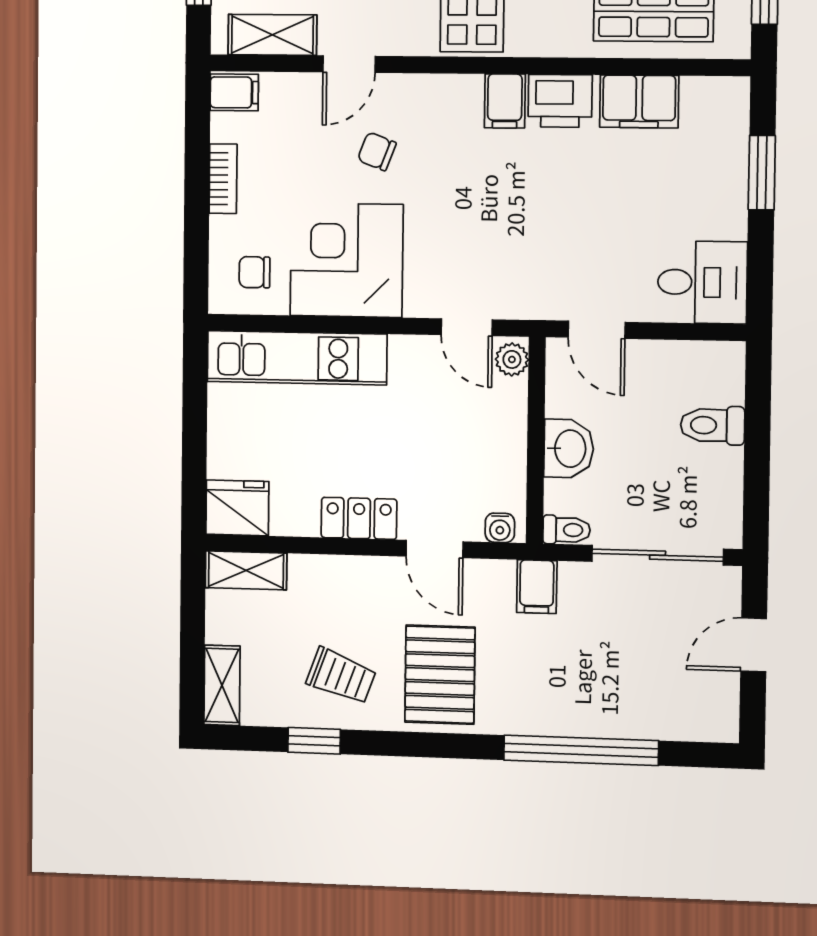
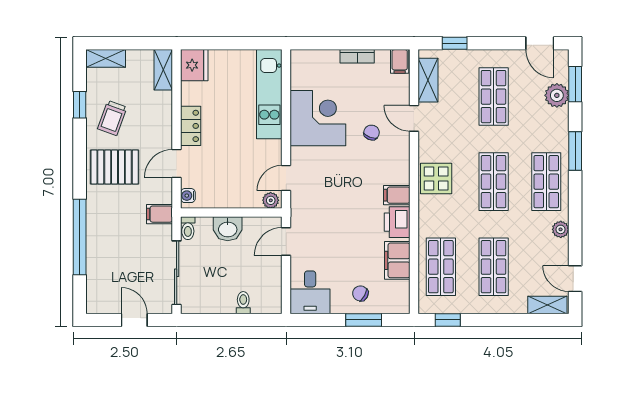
chair: (255, 272) -> (360, 293), moved, turned -62
toilet: (713, 425) -> (243, 303), width x0.73, depth x0.72

